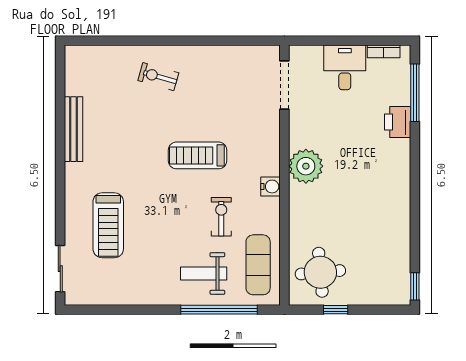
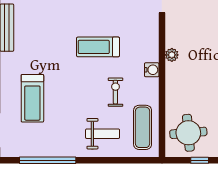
plant: (306, 166) -> (172, 55), width x0.53, depth x0.53
weight bench: (204, 273) -> (103, 134), turned 180
window: (219, 310) -> (48, 160), moved

